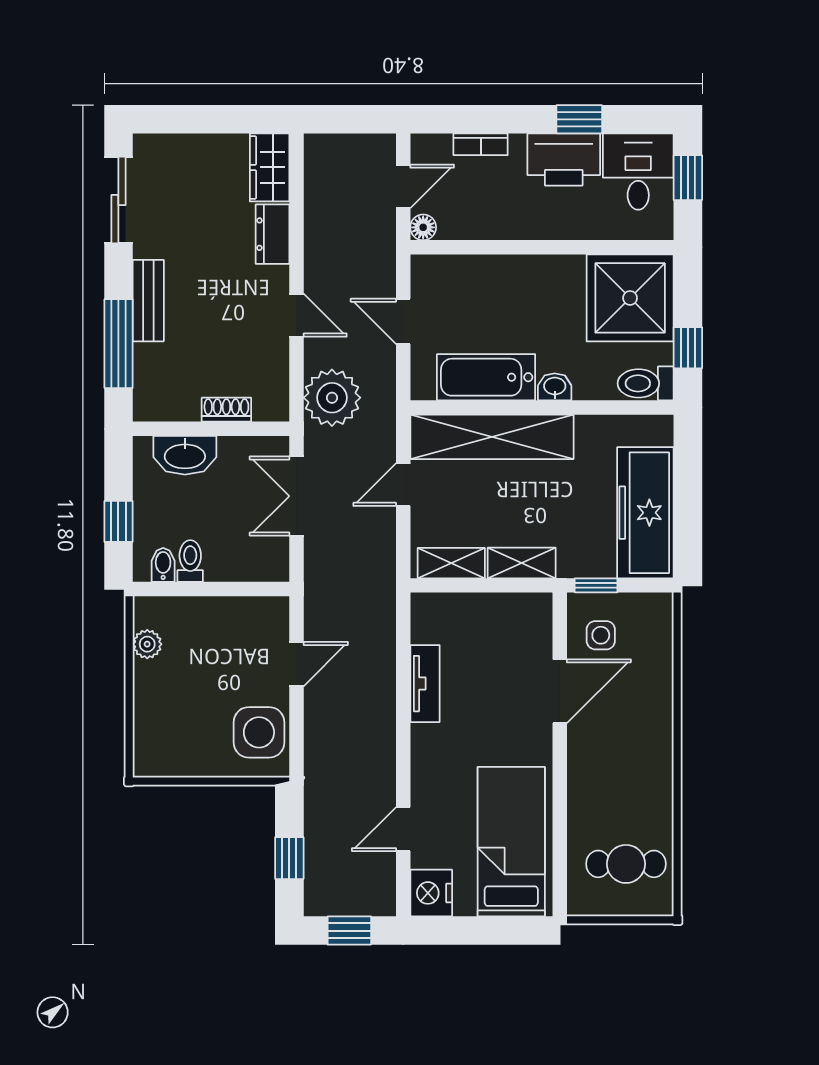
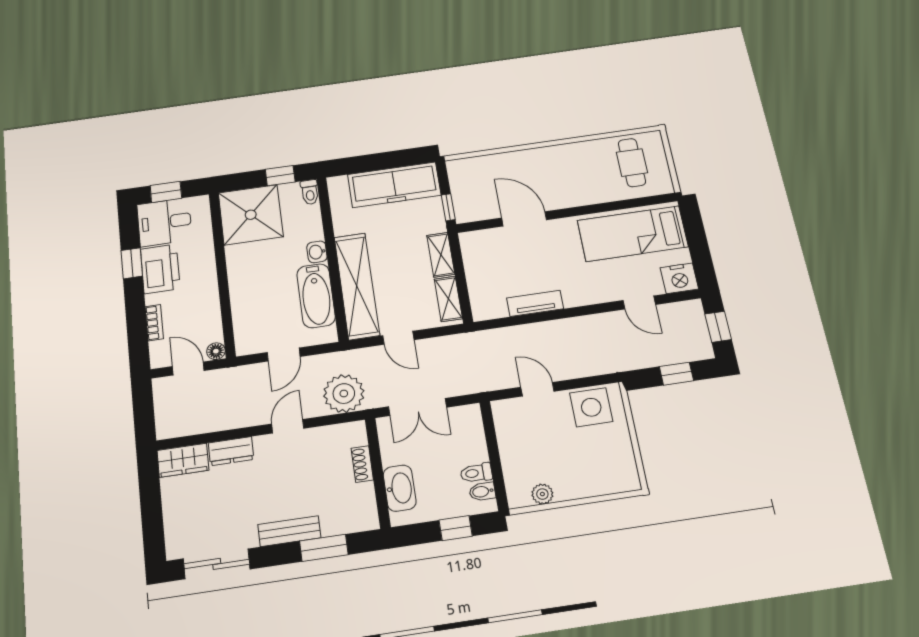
window: (118, 344) -> (324, 548), width x0.69
toilet: (646, 383) -> (310, 192), width x0.73, depth x0.72
side table: (601, 635) -> (481, 200), removed

